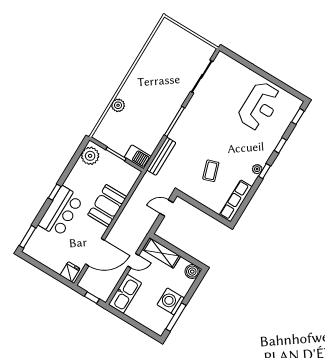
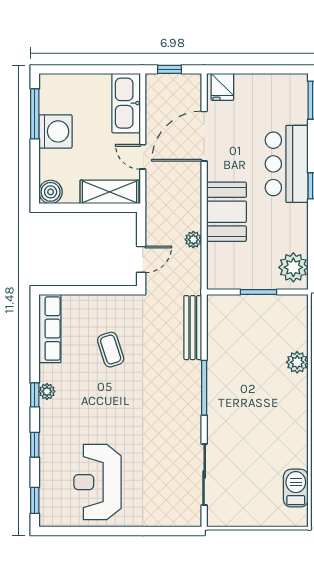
barbecue: (138, 157) -> (296, 488), moved, turned 90
plant: (133, 202) -> (193, 240), added
door: (133, 261) -> (143, 157), hinge flipped

